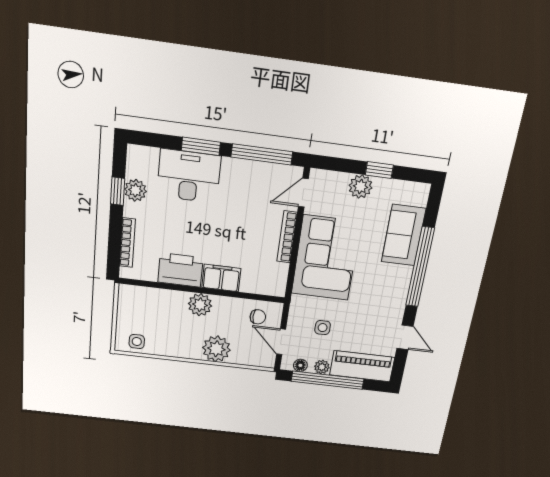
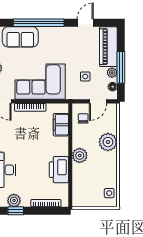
filing cabinet: (221, 278) -> (61, 125), moved
window: (328, 380) -> (121, 67), width x0.68

